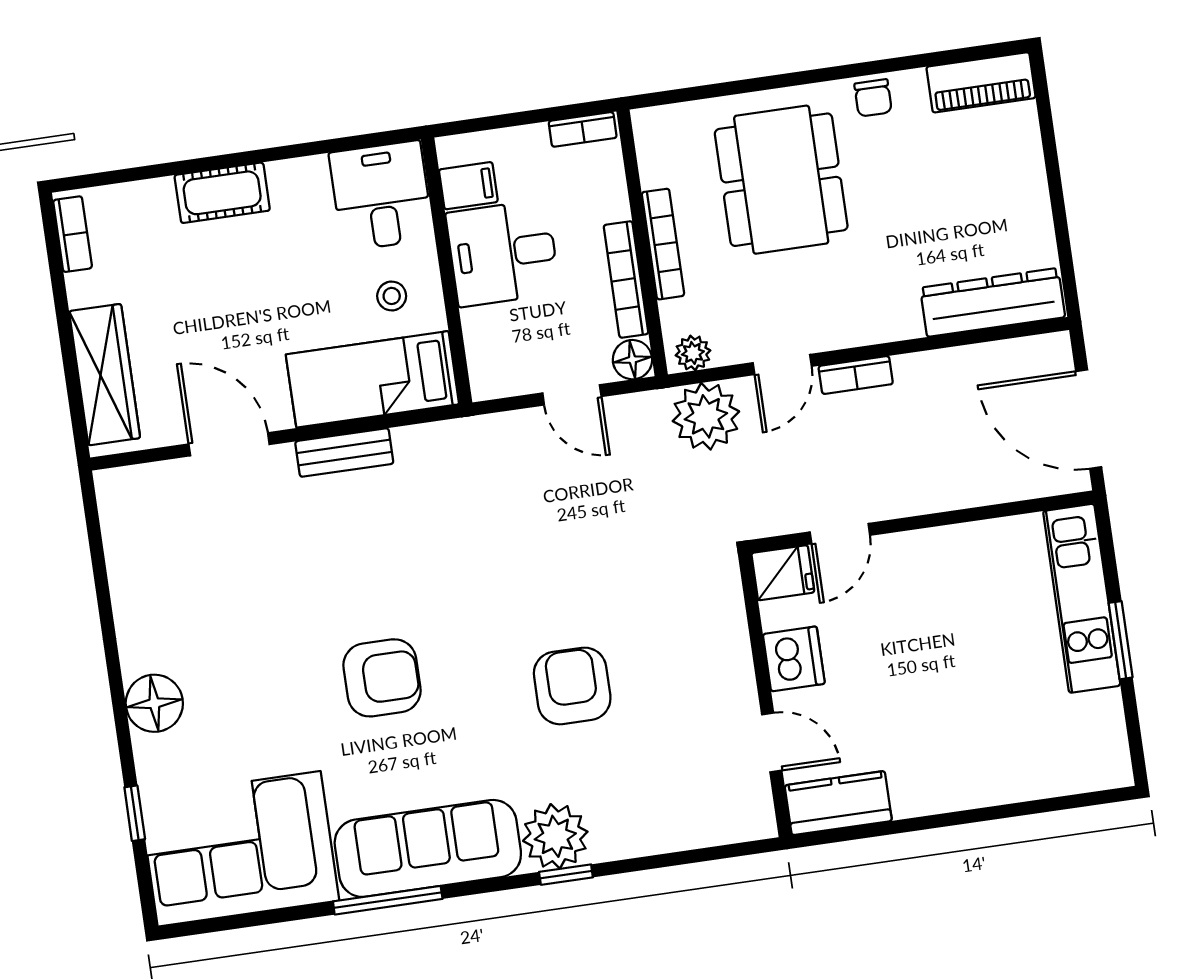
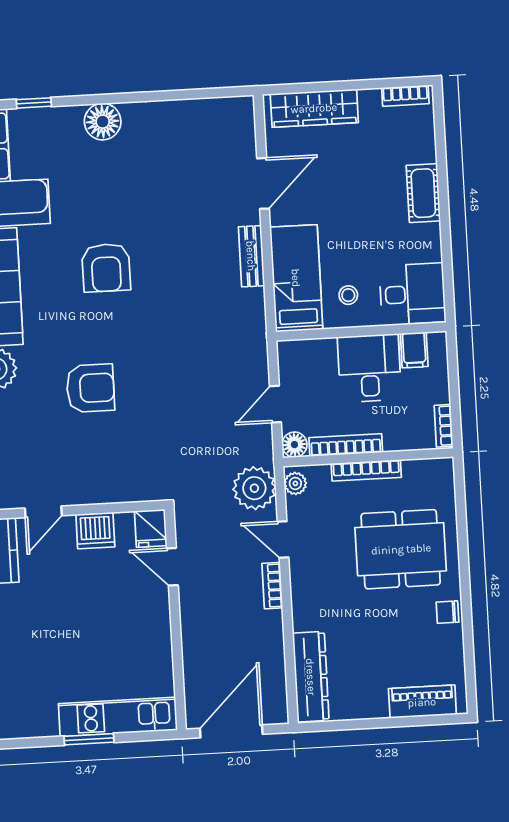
piano: (981, 82) -> (422, 702), moved, turned 90

